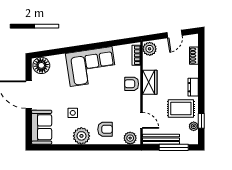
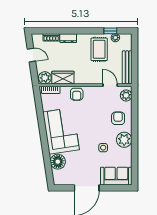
floor lamp: (41, 65) -> (58, 162), moved
wardrobe: (150, 82) -> (63, 78), moved
dresser: (193, 87) -> (68, 38), moved
door: (142, 120) -> (110, 85), hinge flipped
window: (174, 147) -> (135, 56), removed

